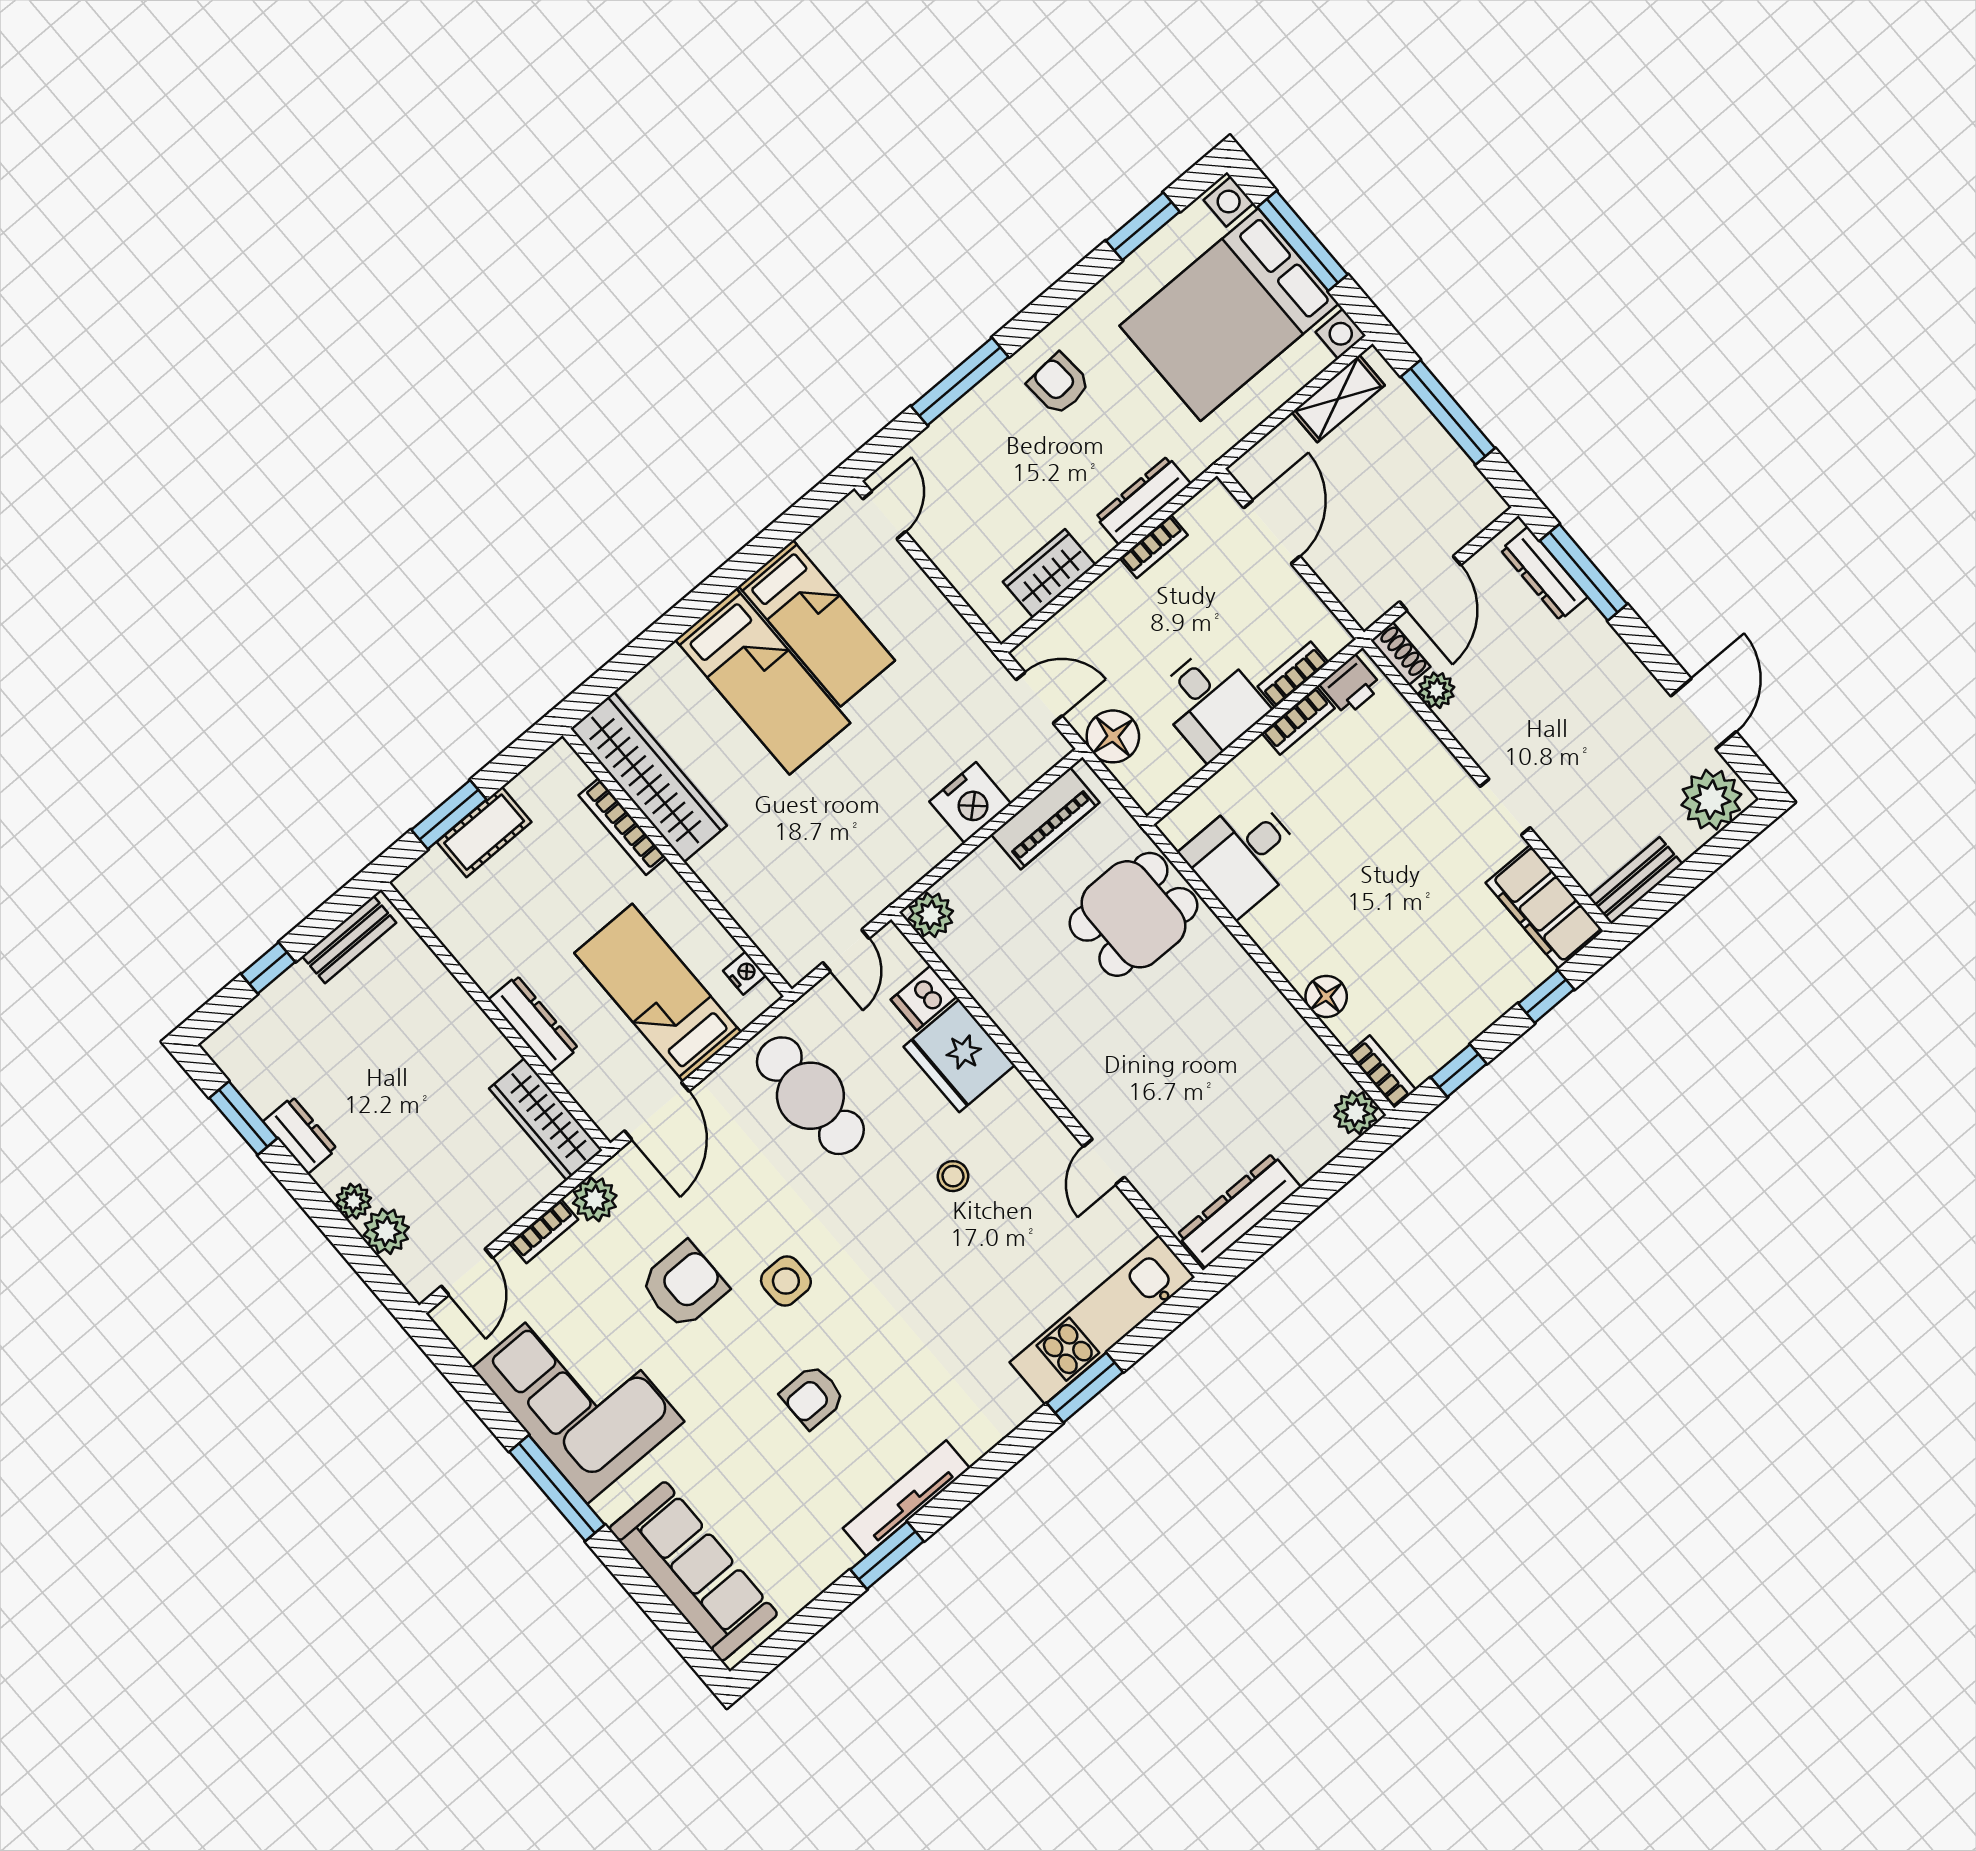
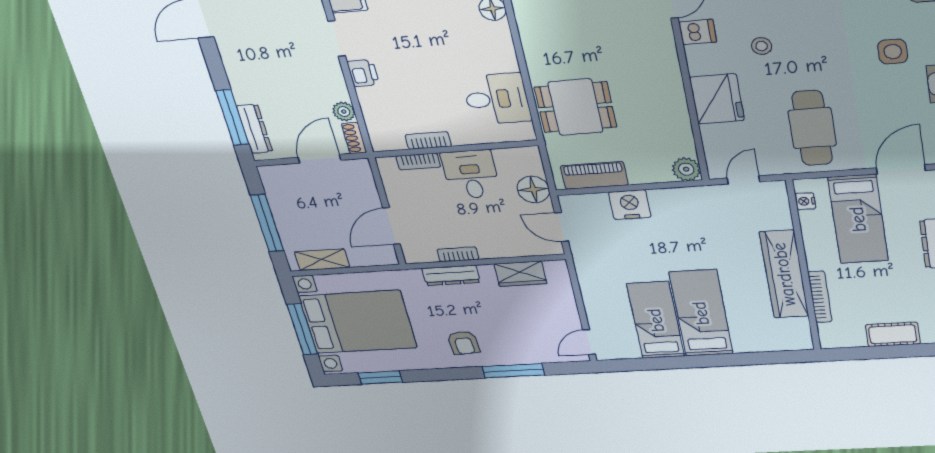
printer: (1351, 685) -> (363, 73), moved, turned 90
wardrobe: (649, 777) -> (784, 274), moved
window: (449, 815) -> (905, 351), removed
dishwasher: (924, 998) -> (698, 32), moved

